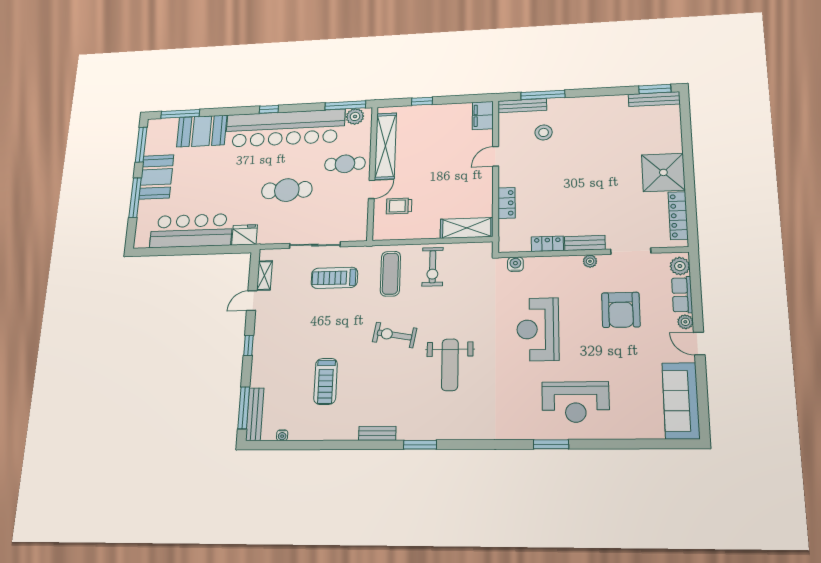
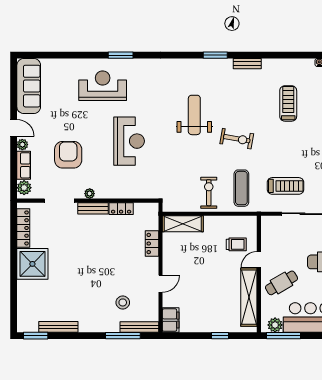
bench: (654, 99) -> (58, 327), moved
cafe table: (345, 164) -> (281, 283), turned -30
water cooler: (515, 264) -> (145, 193), removed

